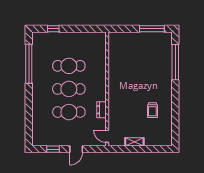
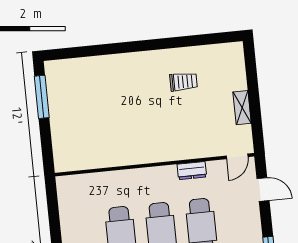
window: (175, 62) -> (96, 50), removed
door: (76, 149) -> (263, 190), moved

